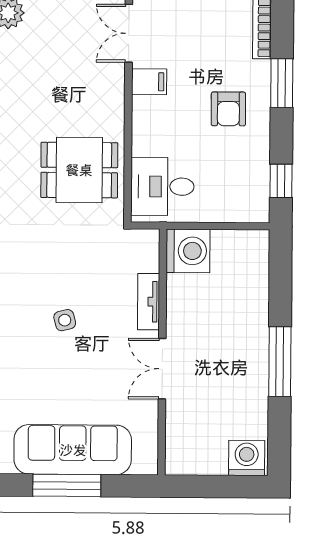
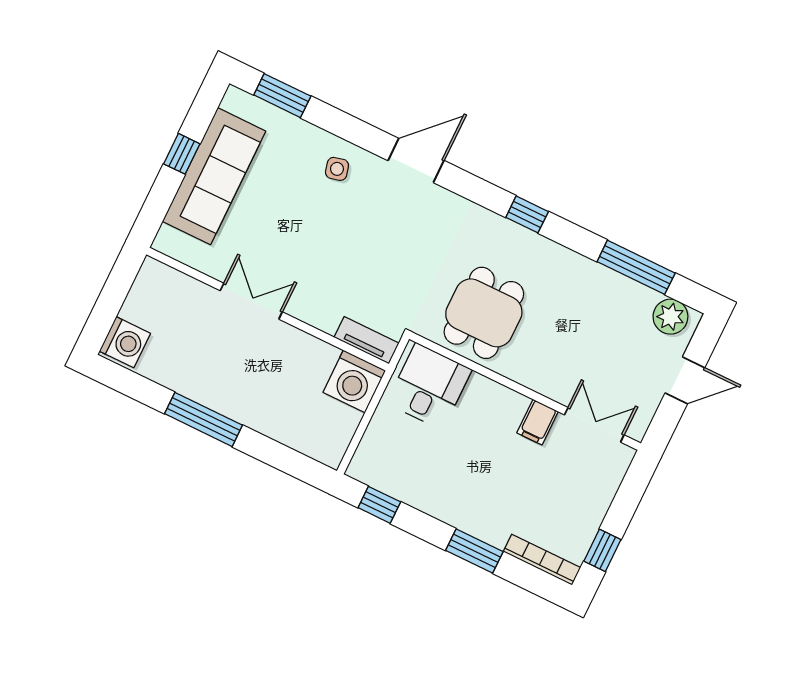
armchair: (228, 109) -> (474, 487), removed
tv unit: (149, 302) -> (366, 340), moved
side table: (65, 320) -> (337, 169), moved
window: (67, 485) -> (182, 154), width x0.46

